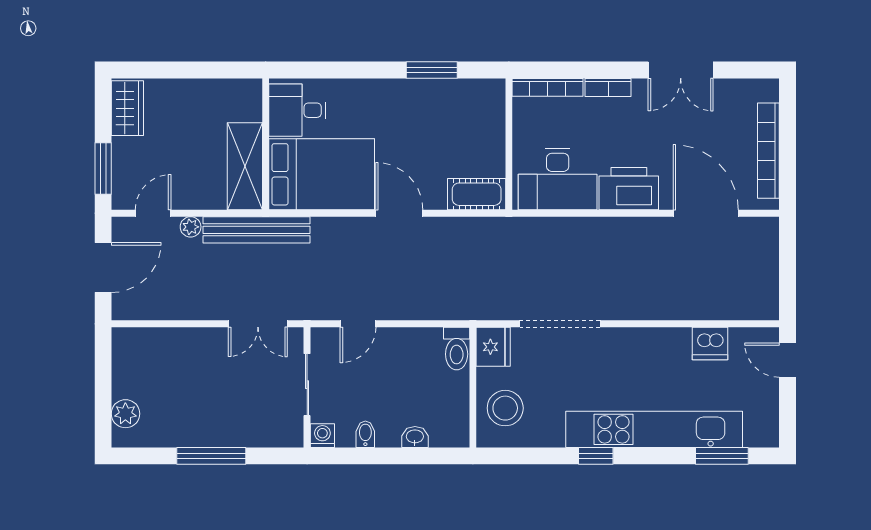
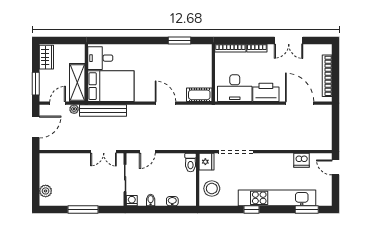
desk: (297, 110) -> (100, 58), moved
wall: (266, 144) -> (86, 73), moved
shelving: (245, 166) -> (77, 83), moved
bed: (322, 174) -> (111, 86), moved

